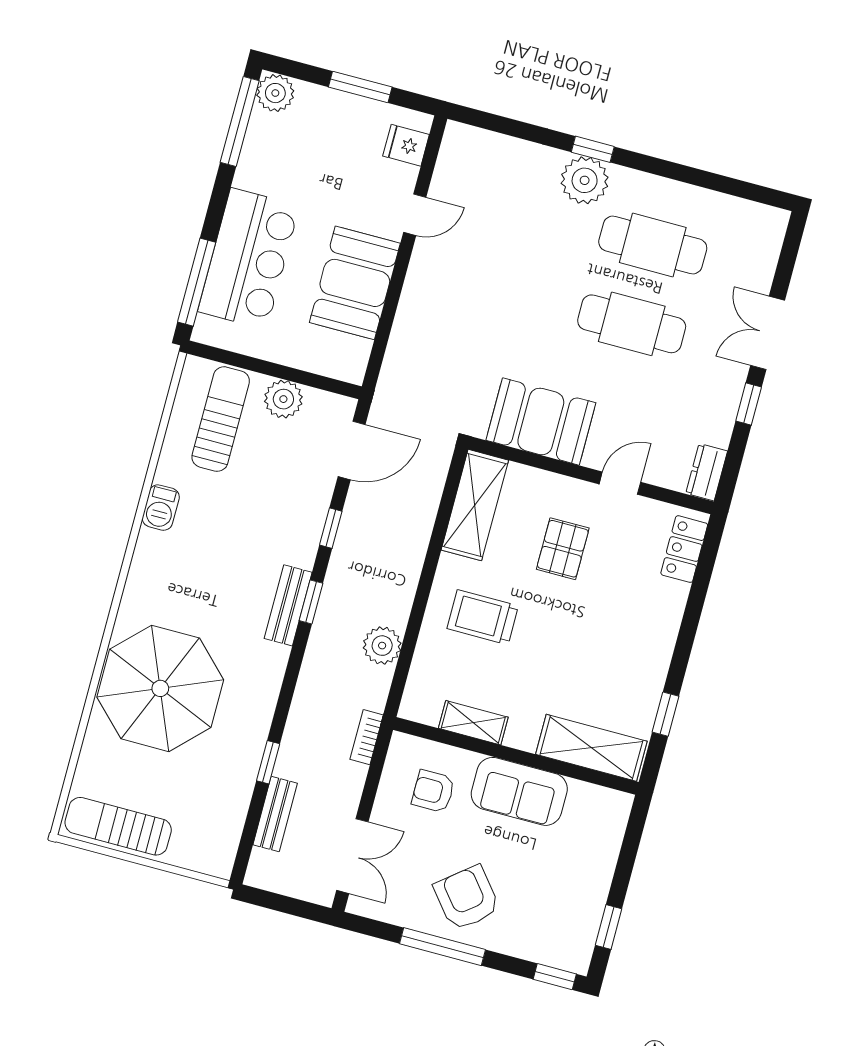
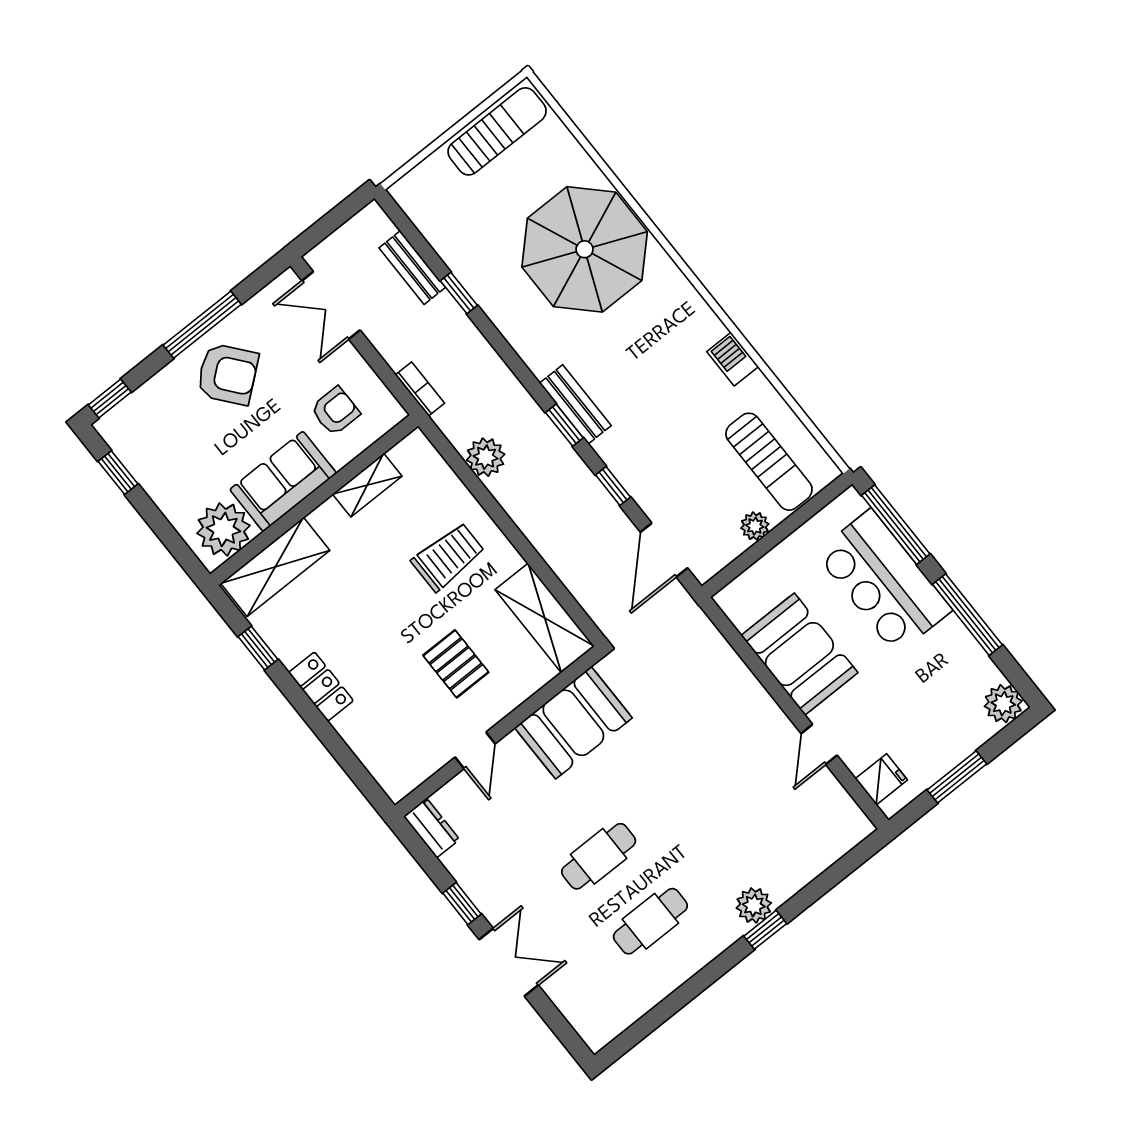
window: (240, 121) -> (967, 615), moved
plant: (585, 180) -> (754, 905), width x0.73, depth x0.73
cafe table: (653, 245) -> (650, 921), width x0.73, depth x0.74
cafe table: (632, 324) -> (599, 856), width x0.73, depth x0.74
plant: (283, 399) -> (755, 526), width x0.73, depth x0.73
locker: (684, 549) -> (321, 687), moved
plant: (592, 811) -> (223, 529), added

